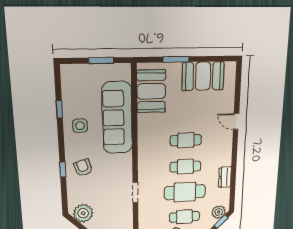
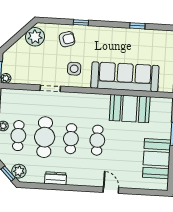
booth: (151, 91) -> (130, 109), moved
door: (236, 121) -> (111, 190), hinge flipped
side table: (80, 126) -> (74, 69), moved
armchair: (83, 168) -> (67, 39), moved

